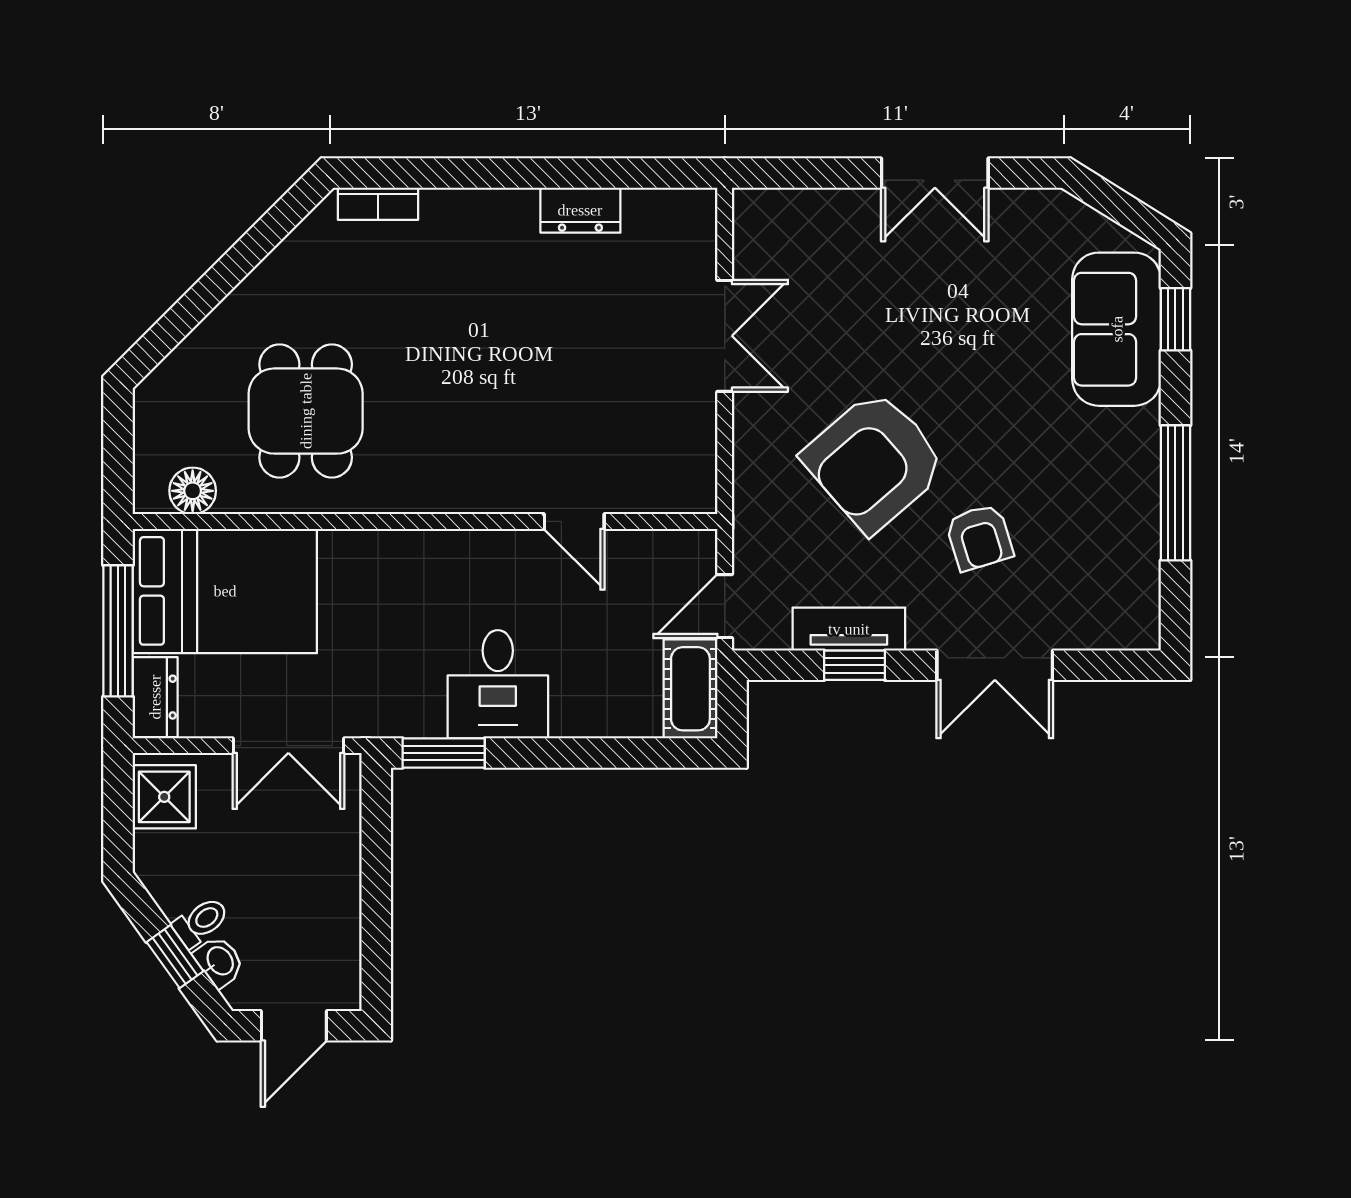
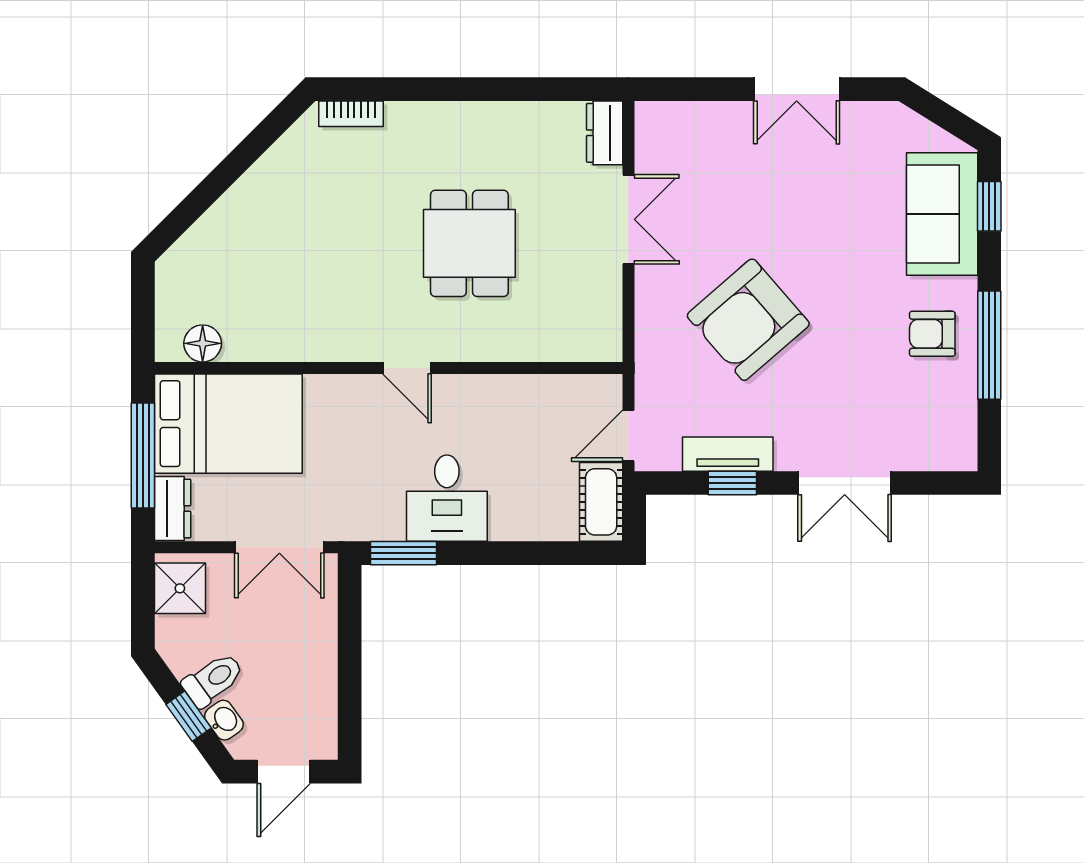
dresser: (580, 210) -> (605, 133), moved, turned 90
dining table: (306, 411) -> (469, 243), moved
door: (574, 521) -> (407, 368), moved
armchair: (979, 537) -> (932, 334), moved, turned 107
toilet: (201, 922) -> (213, 680), width x1.37, depth x1.39

